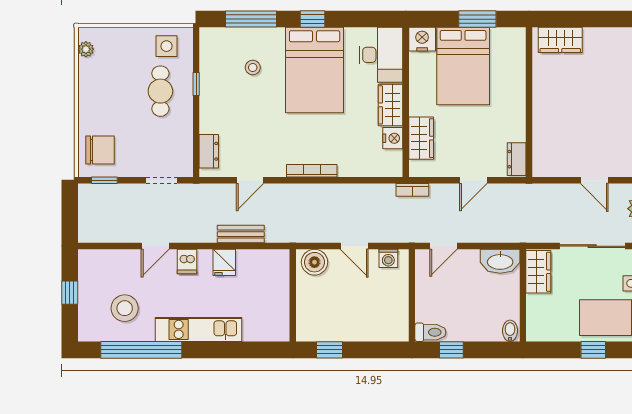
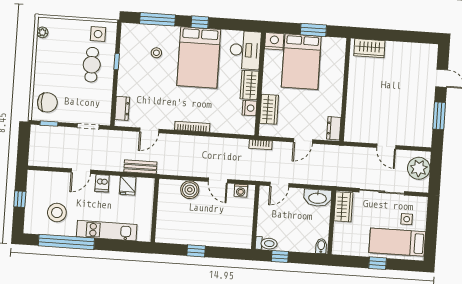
wall: (293, 295) -> (155, 210), moved

